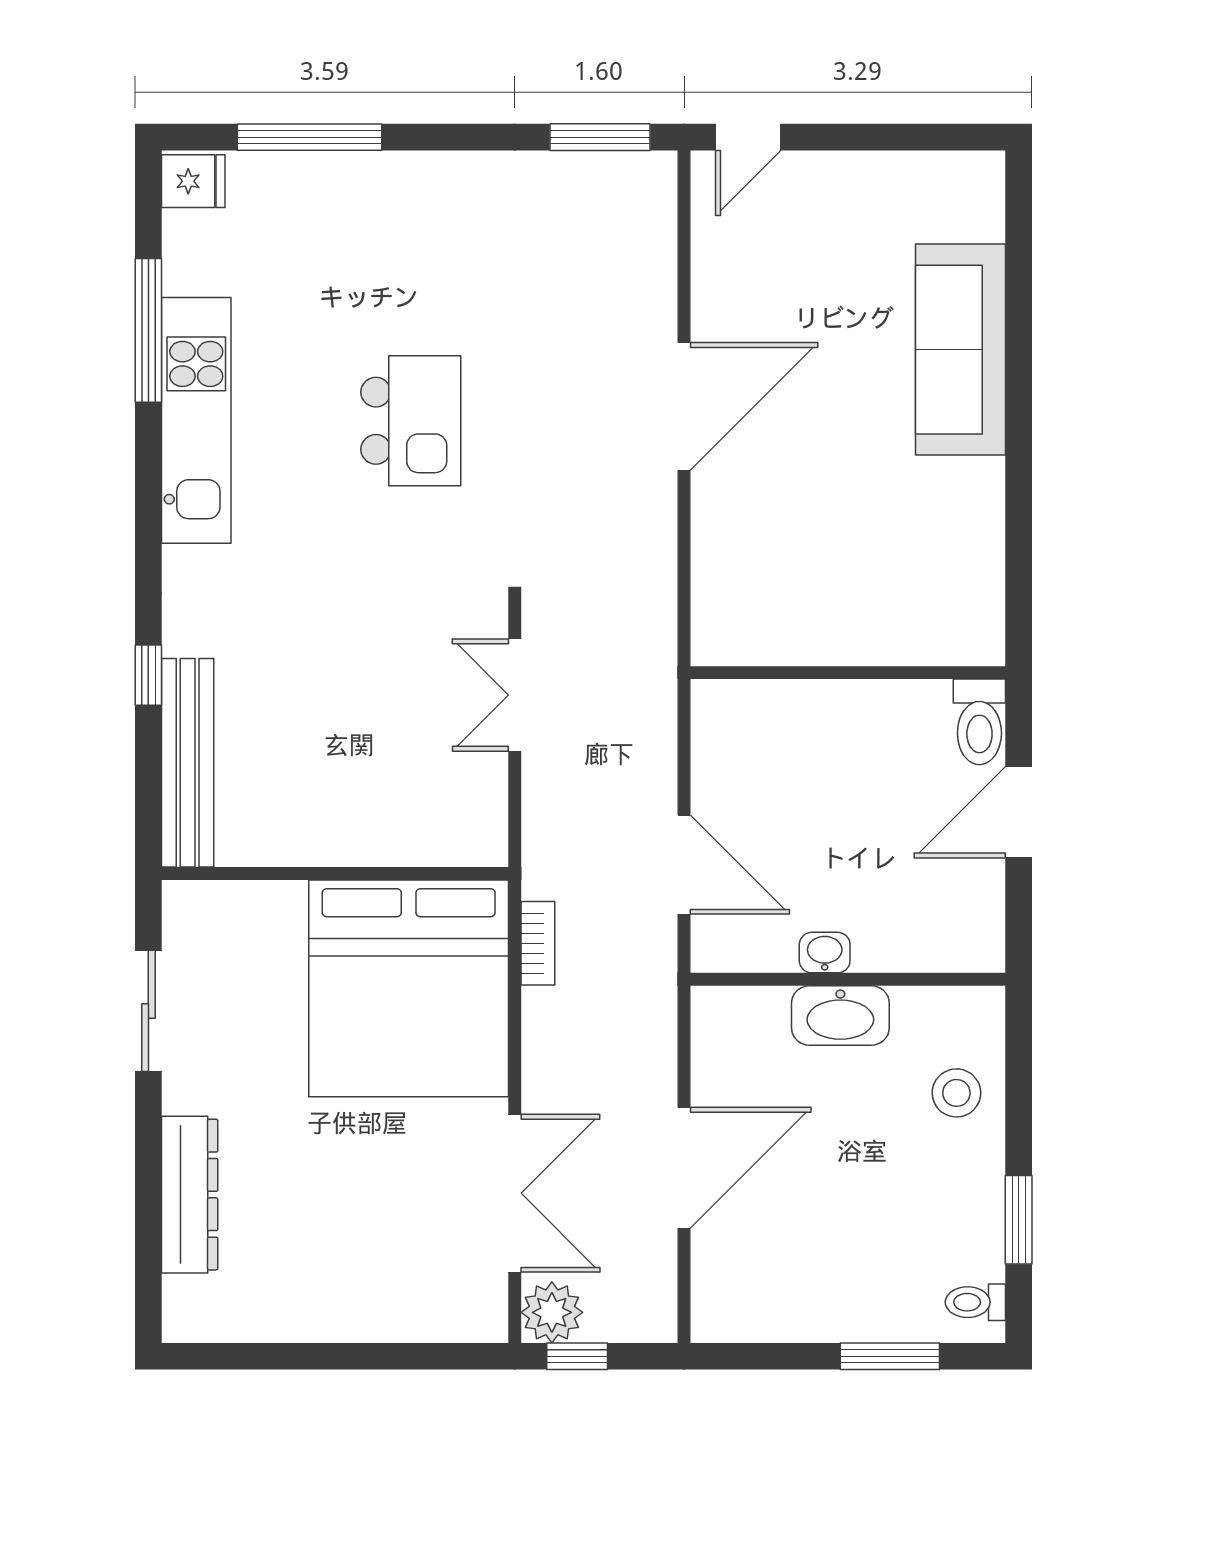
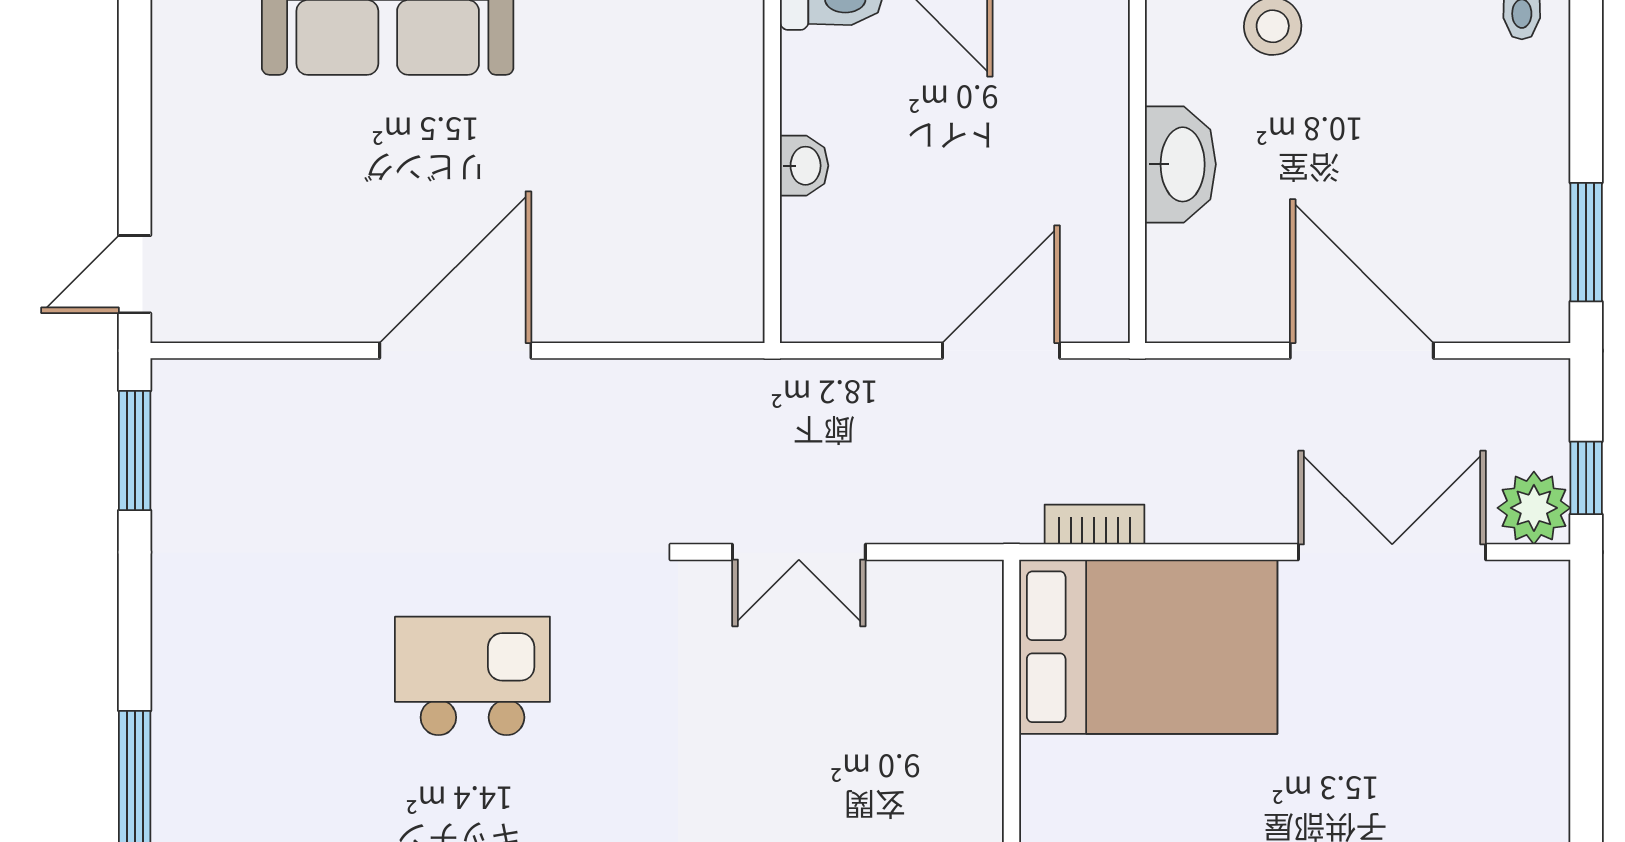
door: (748, 137) -> (135, 274), swing flipped
door: (684, 406) -> (455, 351), hinge flipped
washbasin: (825, 953) -> (804, 166), moved, turned 180
bed: (409, 988) -> (1148, 647), width x0.73
window: (890, 1356) -> (1586, 242), moved

